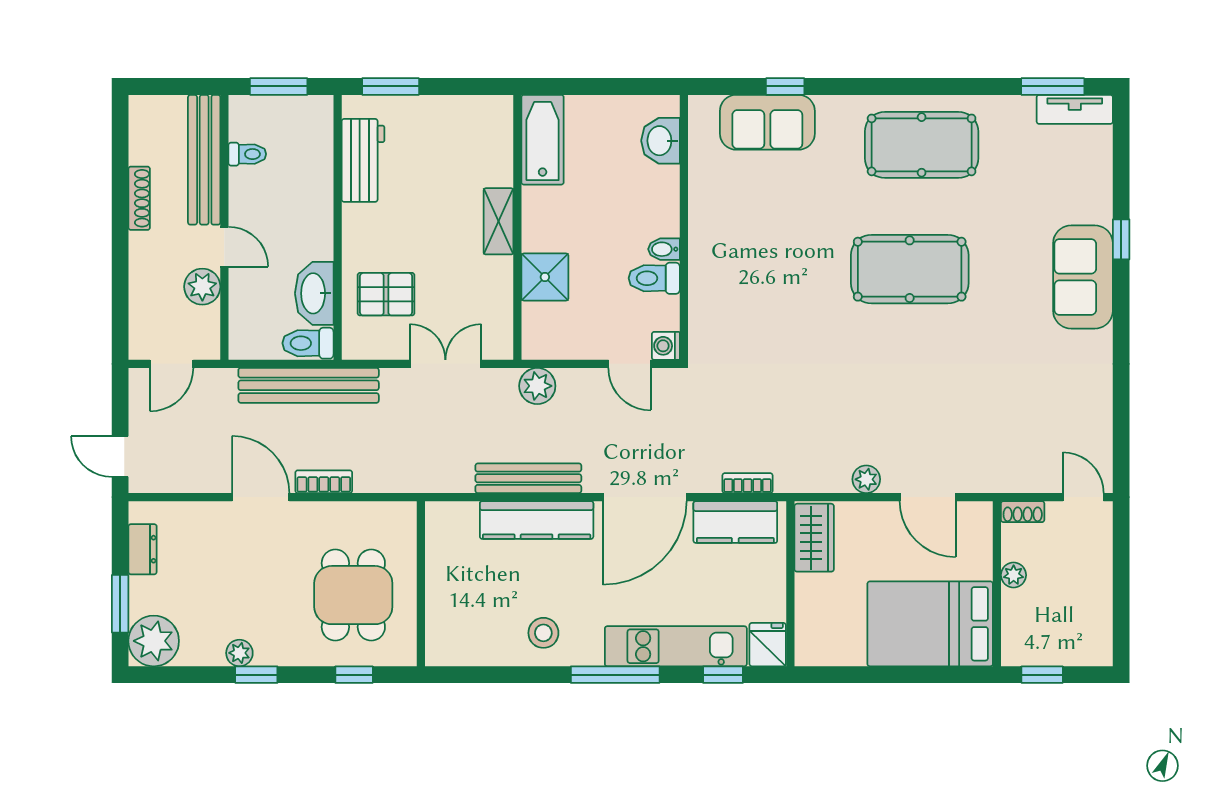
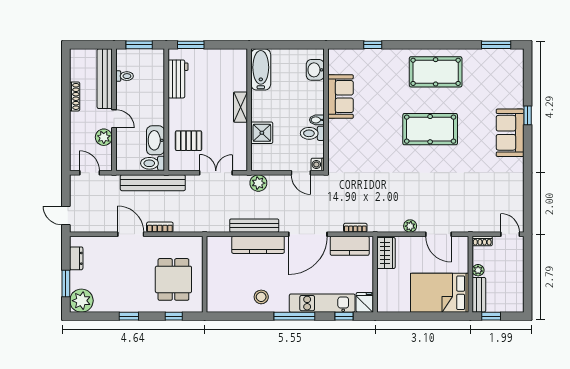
tv unit: (1075, 109) -> (506, 55), removed
sofa: (767, 122) -> (340, 97), moved, turned -90
door: (172, 364) -> (90, 173), swing flipped
bench: (1015, 628) -> (479, 295), added
plant: (239, 653) -> (121, 306), removed

